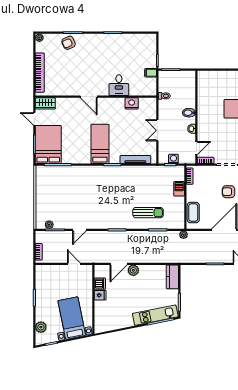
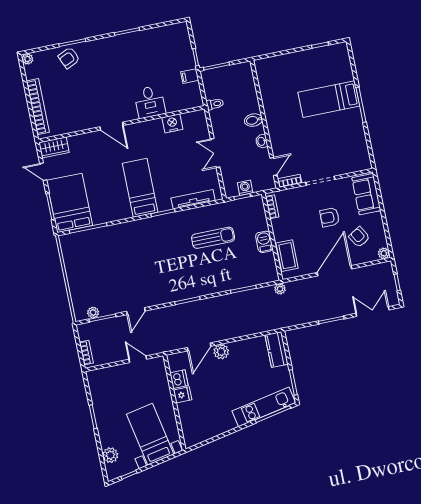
barbecue: (179, 189) -> (264, 242), moved
sun lounger: (148, 213) -> (213, 238), moved

